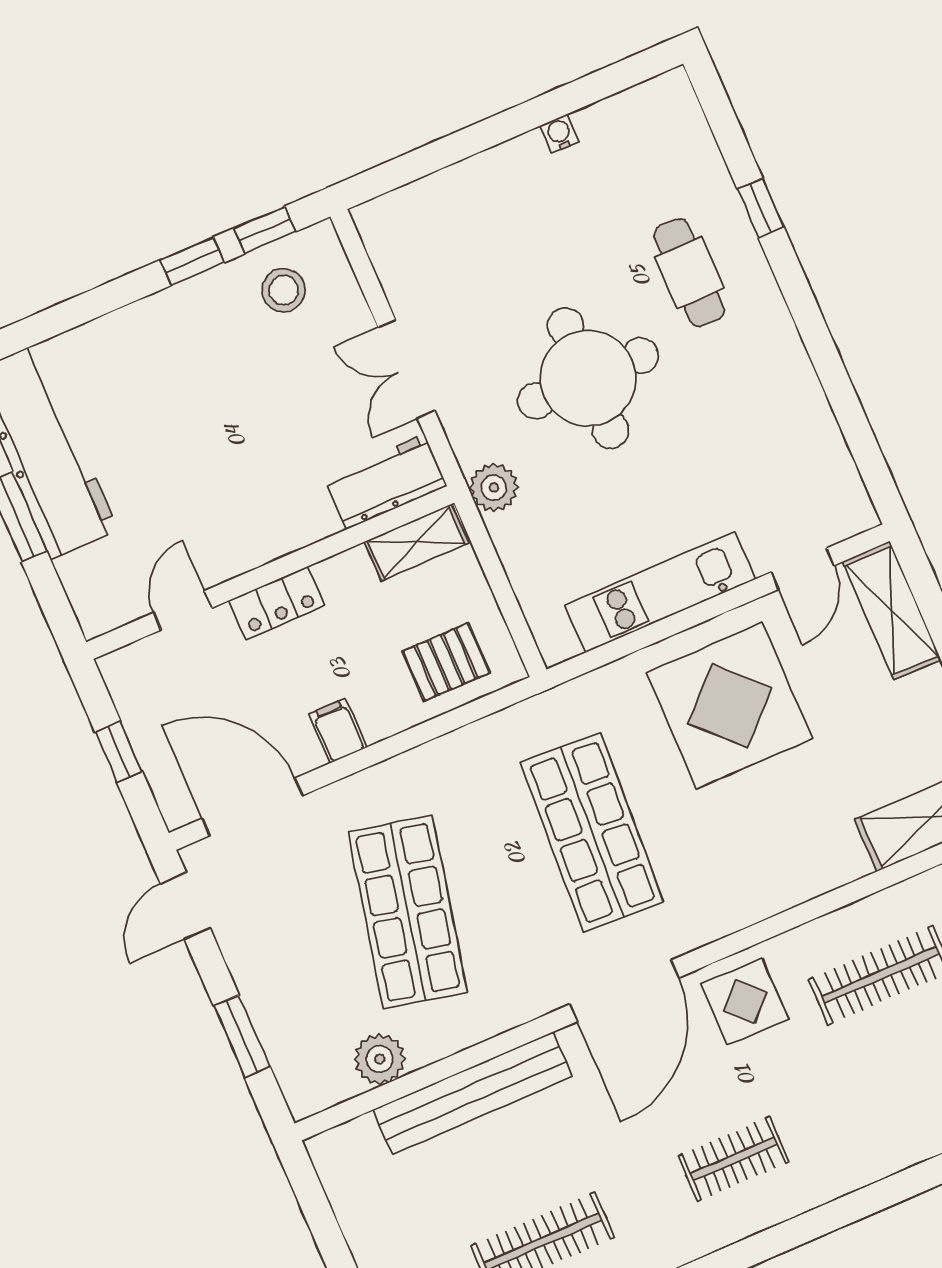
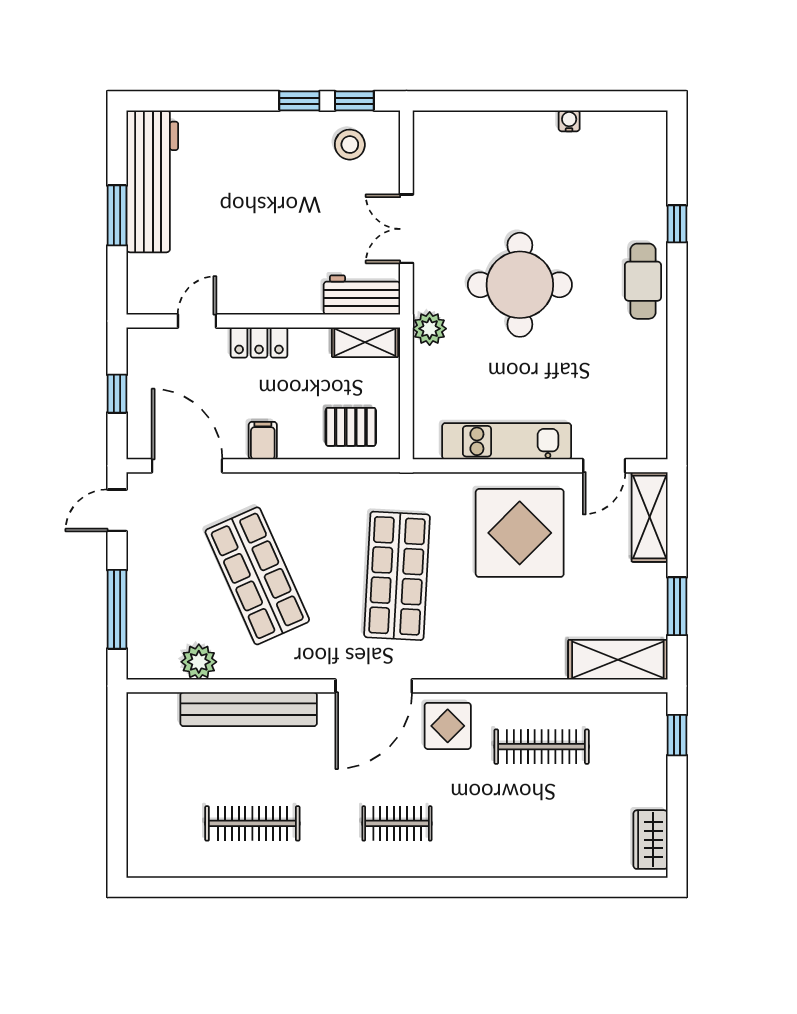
cafe table: (689, 273) -> (643, 281), moved
shop shelf: (408, 912) -> (257, 576), turned -36
window: (242, 1036) -> (117, 609), width x1.44

